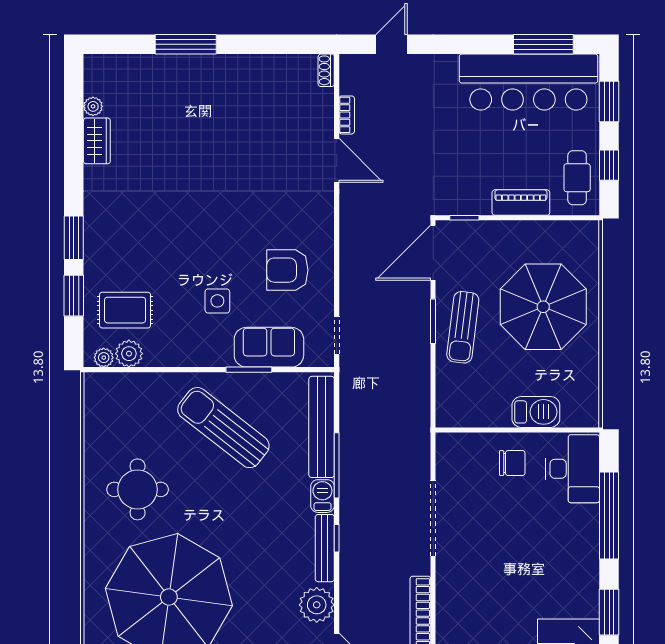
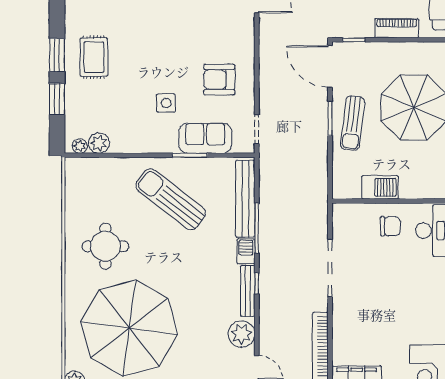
door: (433, 253) -> (330, 66), hinge flipped
rug: (125, 310) -> (94, 57), moved, turned 90
barbecue: (536, 412) -> (380, 187), moved

